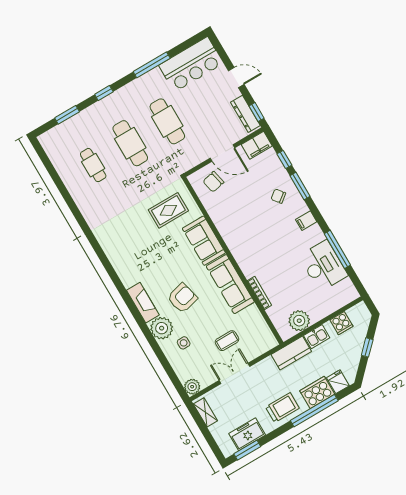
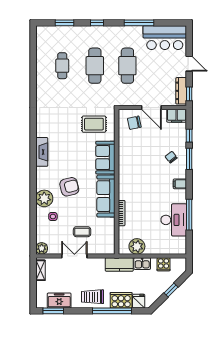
fireplace: (143, 303) -> (42, 152), moved
trolley: (282, 408) -> (92, 297), turned 180

